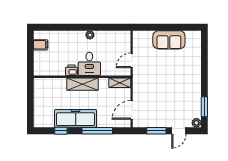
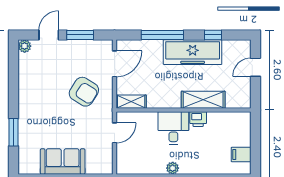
shelving: (83, 84) -> (203, 100), moved
armchair: (154, 90) -> (84, 92), added
window: (204, 107) -> (13, 132), moved
door: (30, 108) -> (255, 67), added

